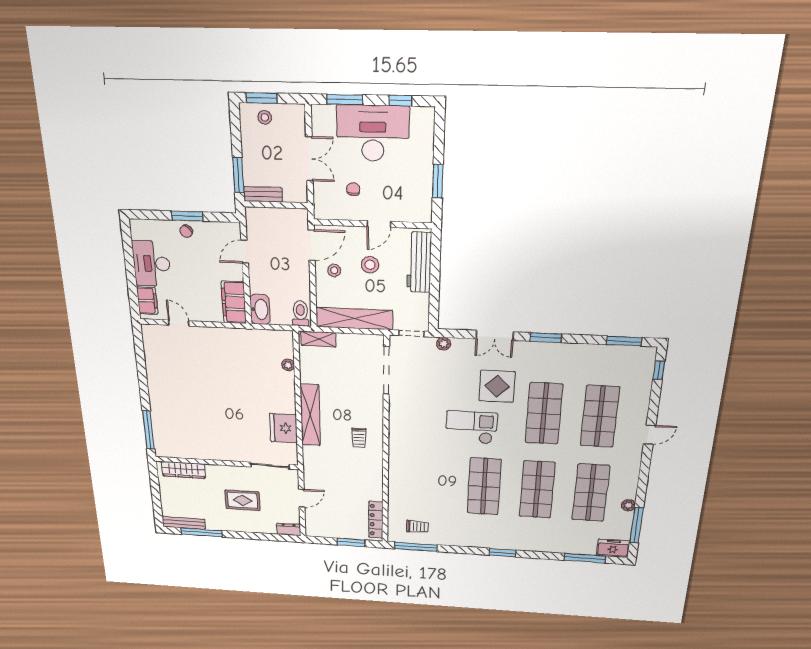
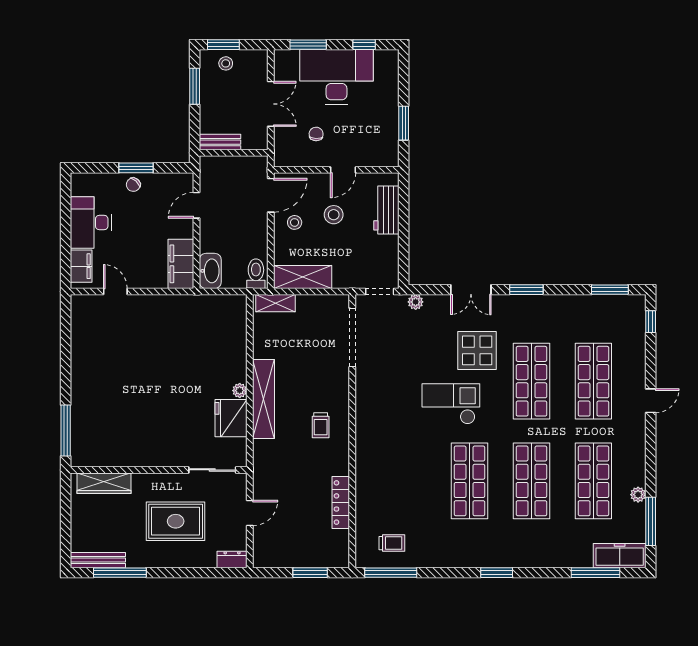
window: (238, 175) -> (195, 86), moved
workbench: (419, 262) -> (386, 210), width x0.73
shelving: (354, 319) -> (303, 277), width x0.68
plant: (288, 365) -> (240, 391), moved
rug: (243, 500) -> (176, 521), width x1.36, depth x1.43
locker: (376, 520) -> (341, 502), moved
freezer: (613, 548) -> (620, 556), width x1.40

